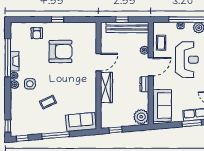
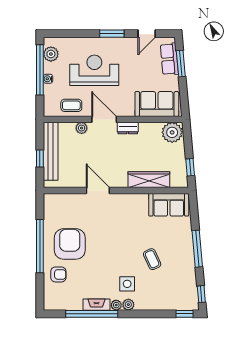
window: (58, 20) -> (40, 246), width x3.17
armchair: (60, 51) -> (70, 244), moved
wardrobe: (106, 87) -> (149, 180), moved
sofa: (81, 122) -> (169, 205), moved, turned -85

